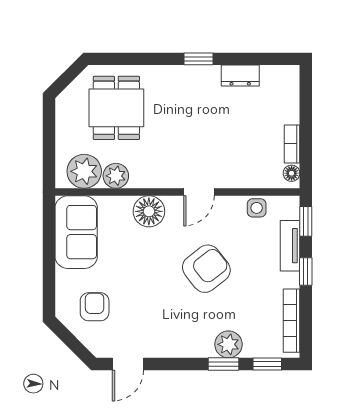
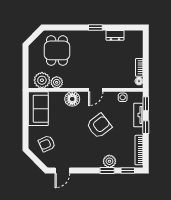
armchair: (95, 307) -> (47, 144), turned -114

